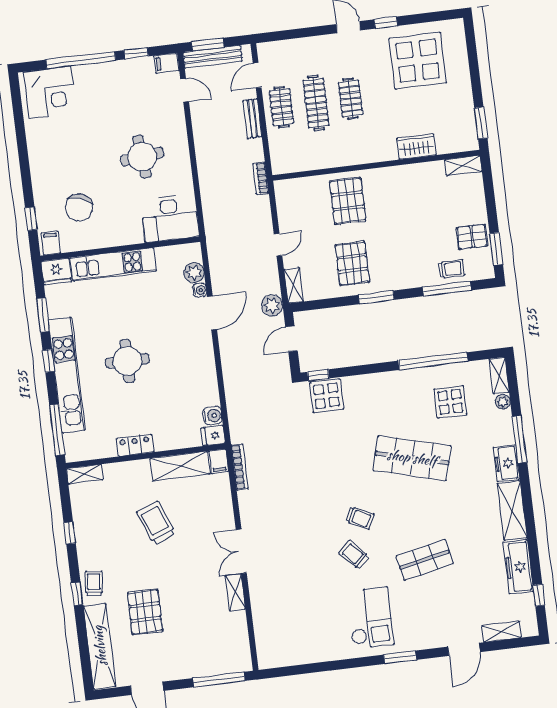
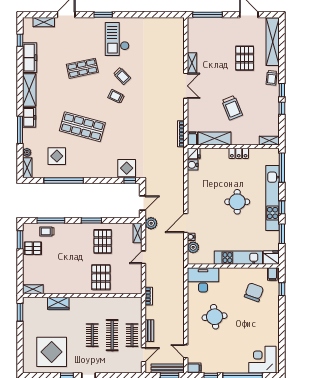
window: (77, 594) -> (282, 90), moved

